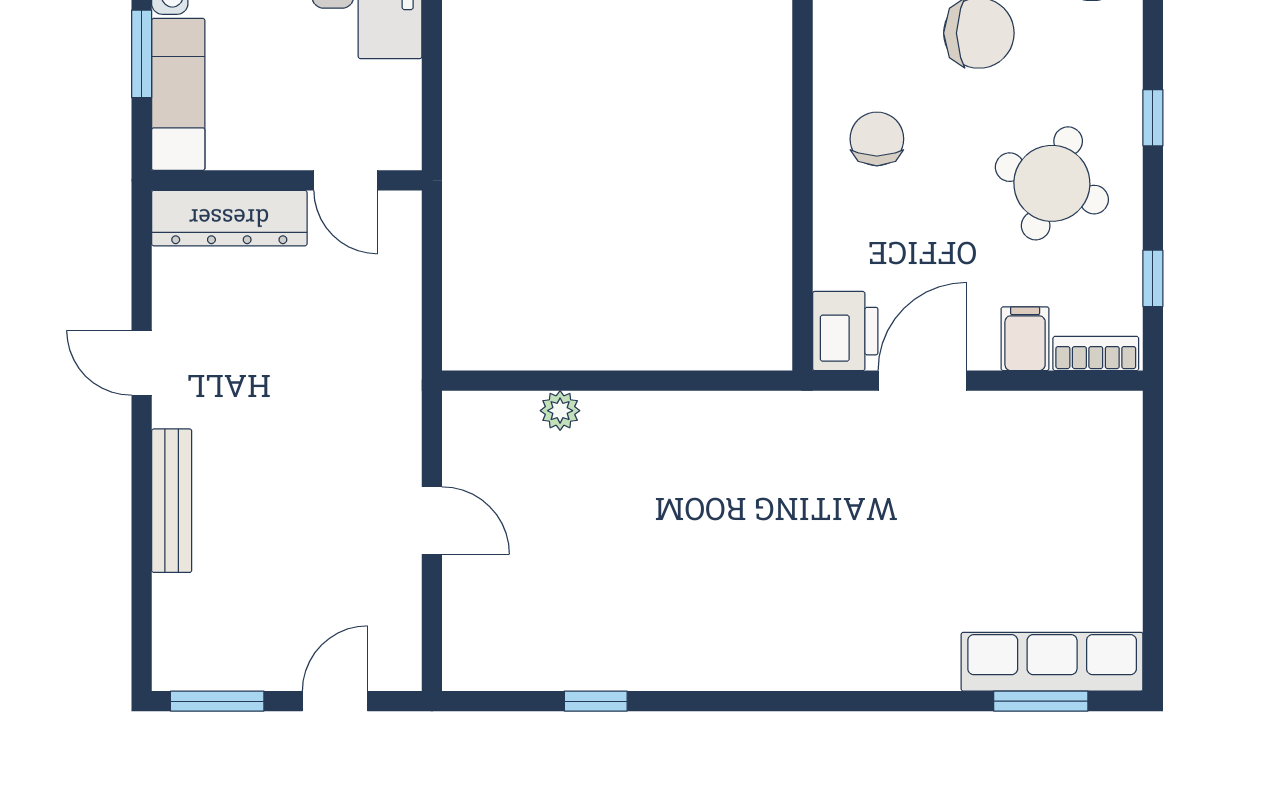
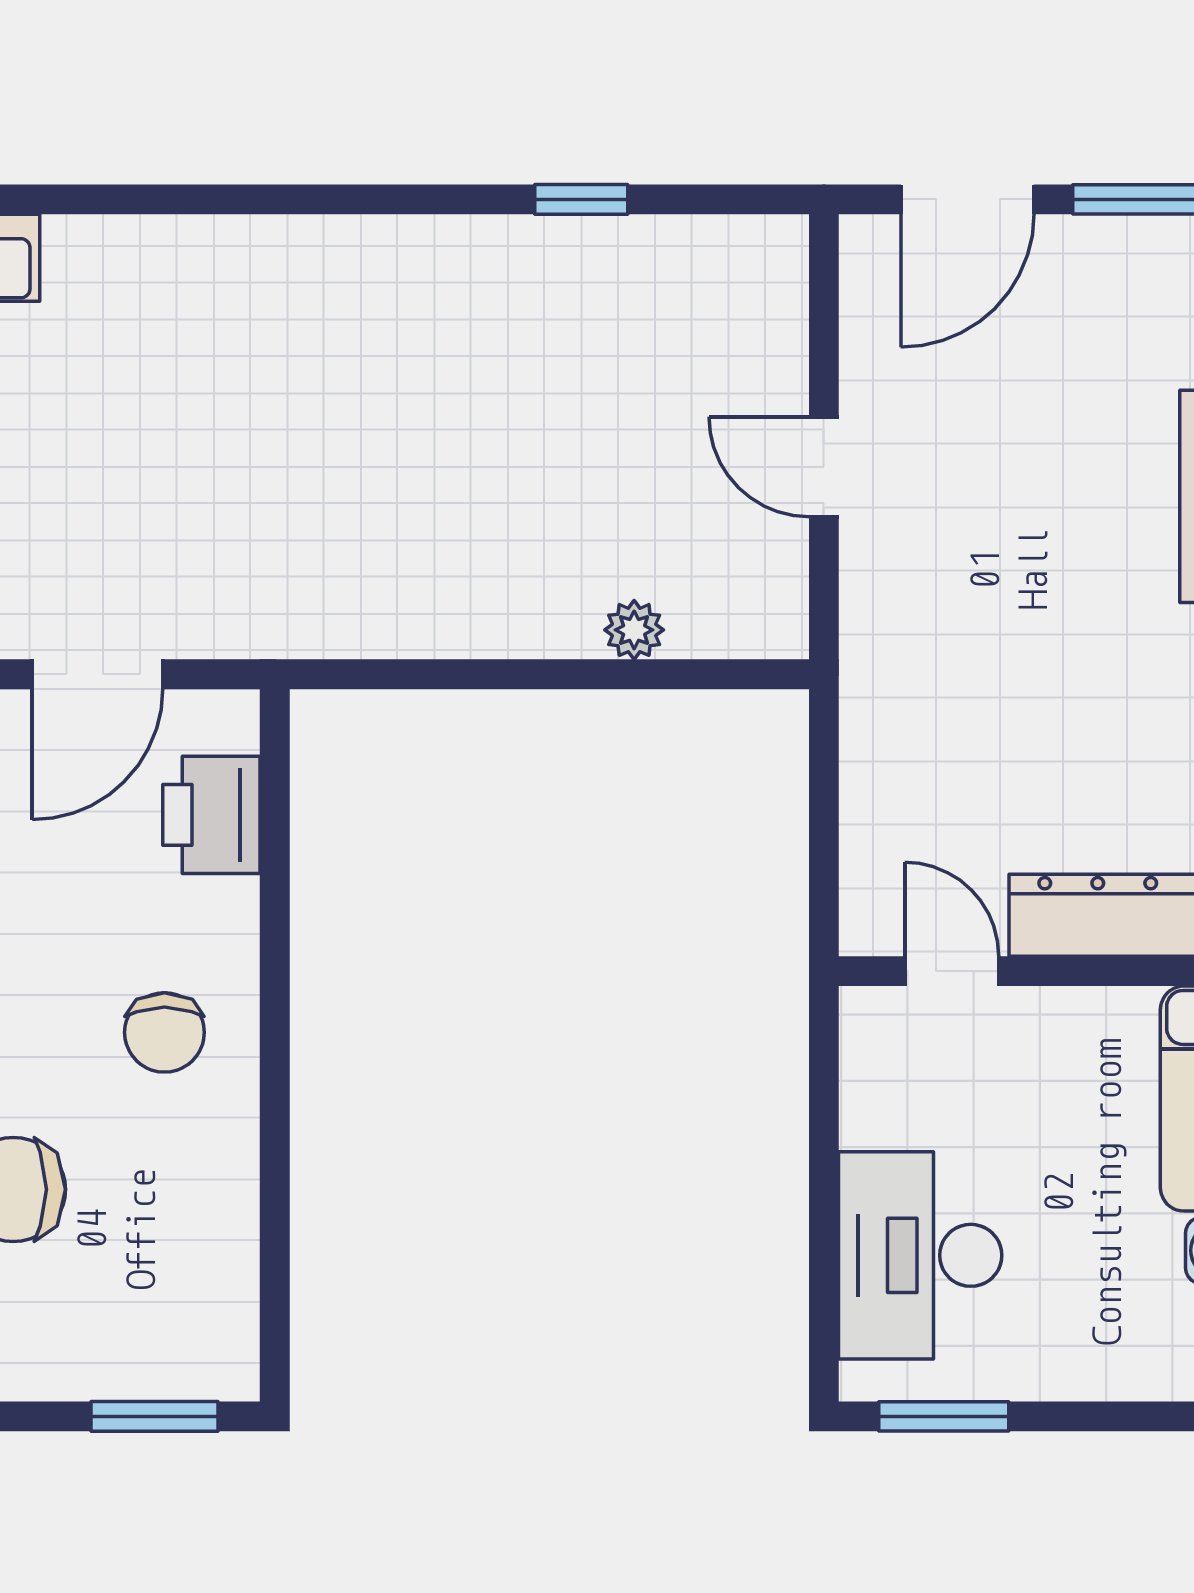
printer: (845, 331) -> (211, 815), moved
door: (335, 701) -> (967, 199), width x1.38

